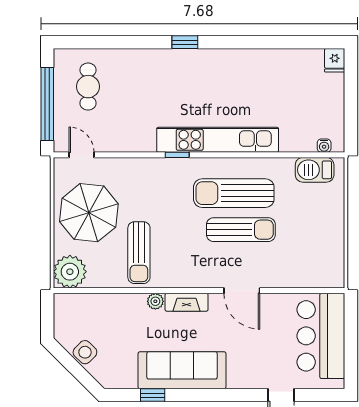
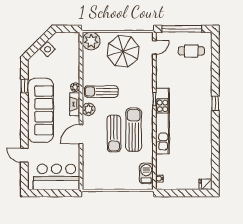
sun lounger: (139, 253) -> (101, 92), moved
plant: (196, 276) -> (89, 109), added
sofa: (182, 370) -> (41, 110), width x1.36, depth x1.27

